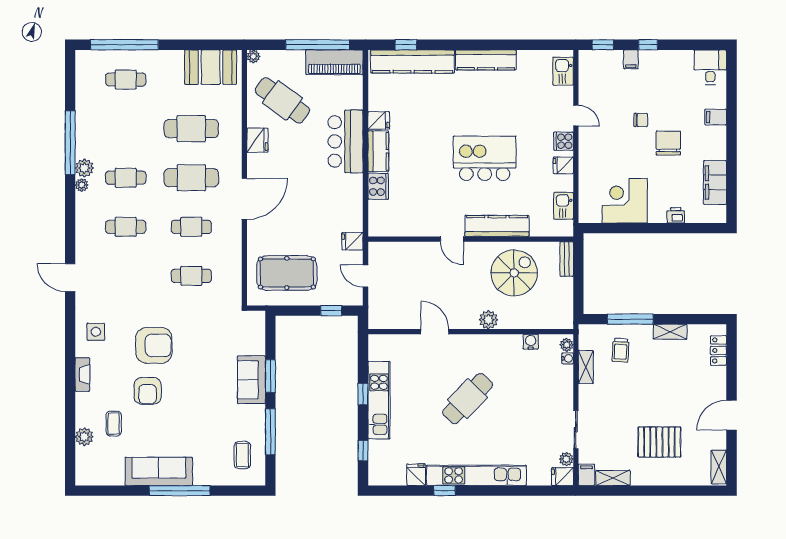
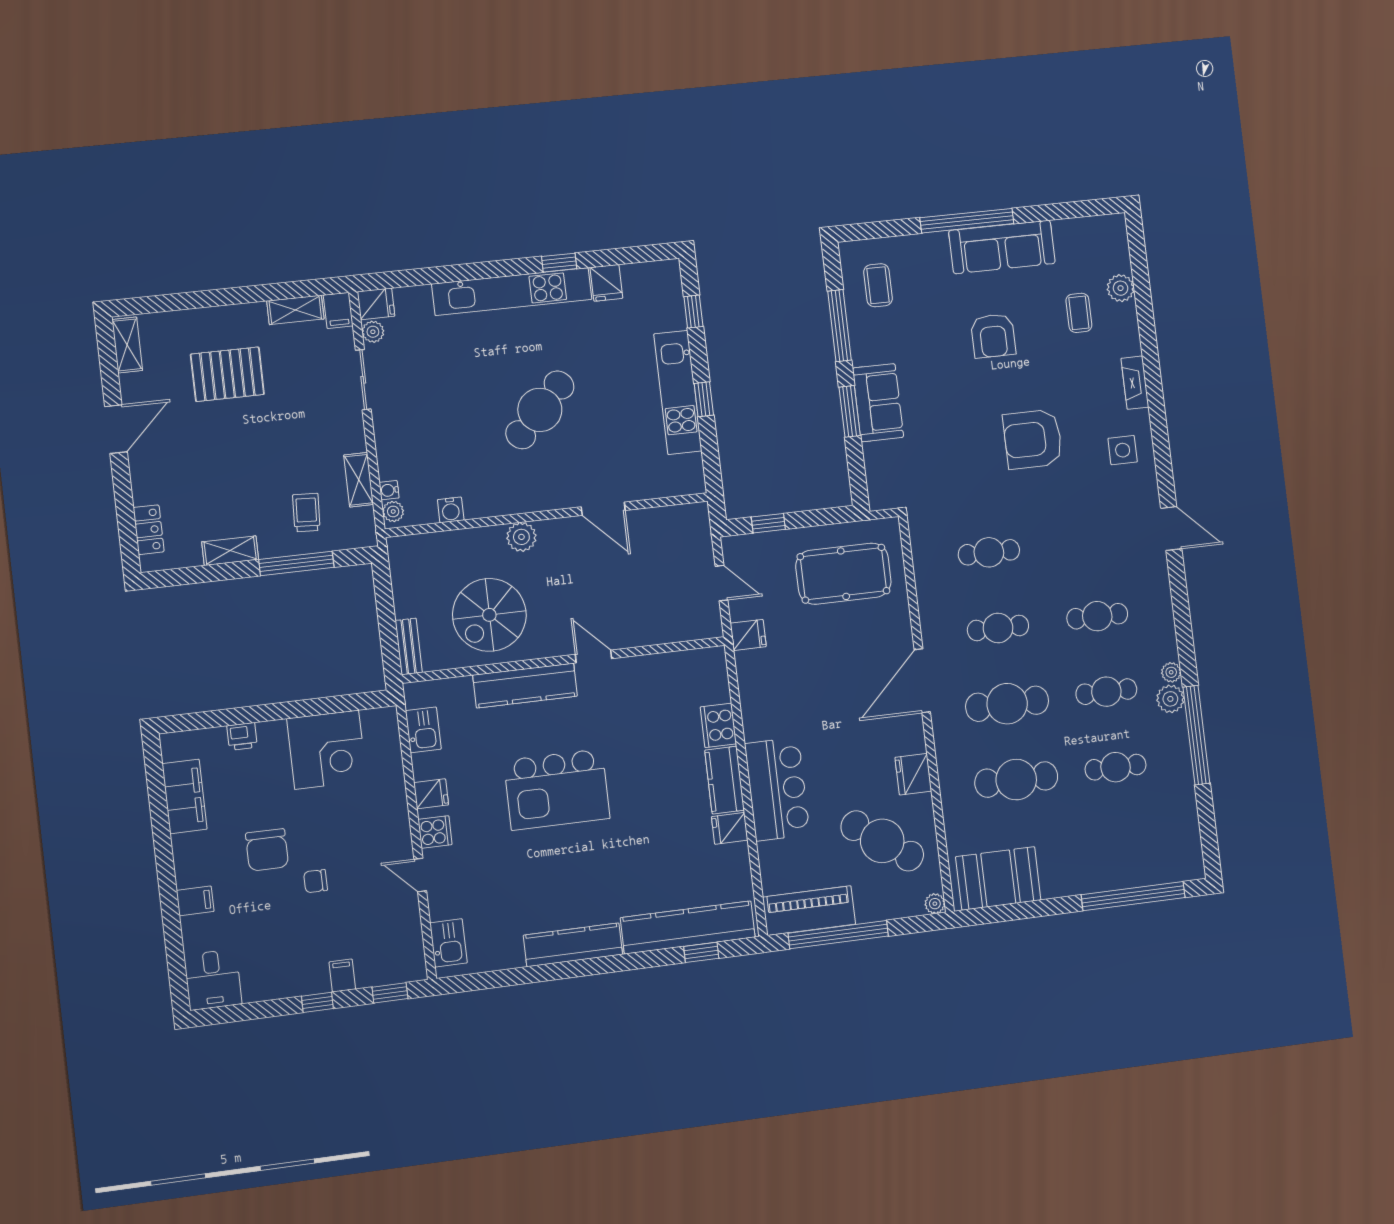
cafe table: (126, 80) -> (1116, 767), moved
armchair: (148, 391) -> (993, 336), moved, turned 180

